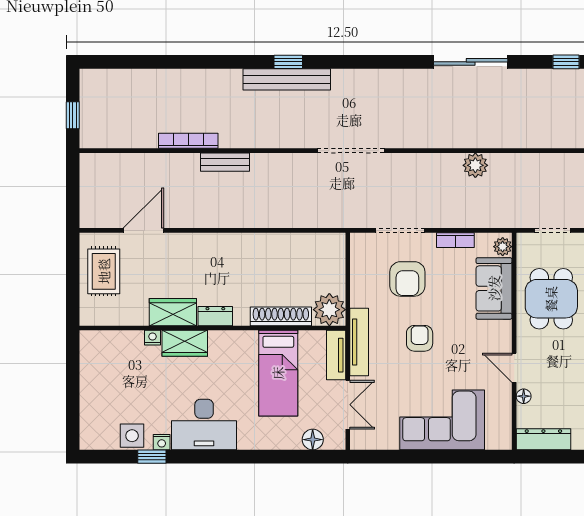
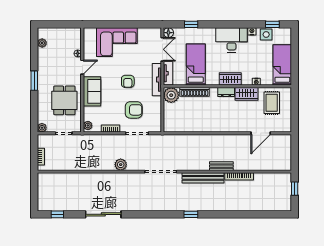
bench: (287, 79) -> (203, 178), moved
plant: (475, 165) -> (121, 165), moved
rug: (104, 271) -> (272, 103), moved
armchair: (407, 279) -> (134, 110), turned 90
sofa: (494, 288) -> (92, 91), moved
wardrobe: (185, 343) -> (230, 79), moved
door: (514, 368) -> (82, 67), hinge flipped
bed: (98, 372) -> (282, 65), added
double door: (348, 405) -> (162, 49), swing flipped
dresser: (543, 439) -> (68, 33), removed
floor lamp: (313, 440) -> (168, 33), moved
window: (152, 457) -> (272, 24), moved
window: (288, 457) -> (191, 24), added

